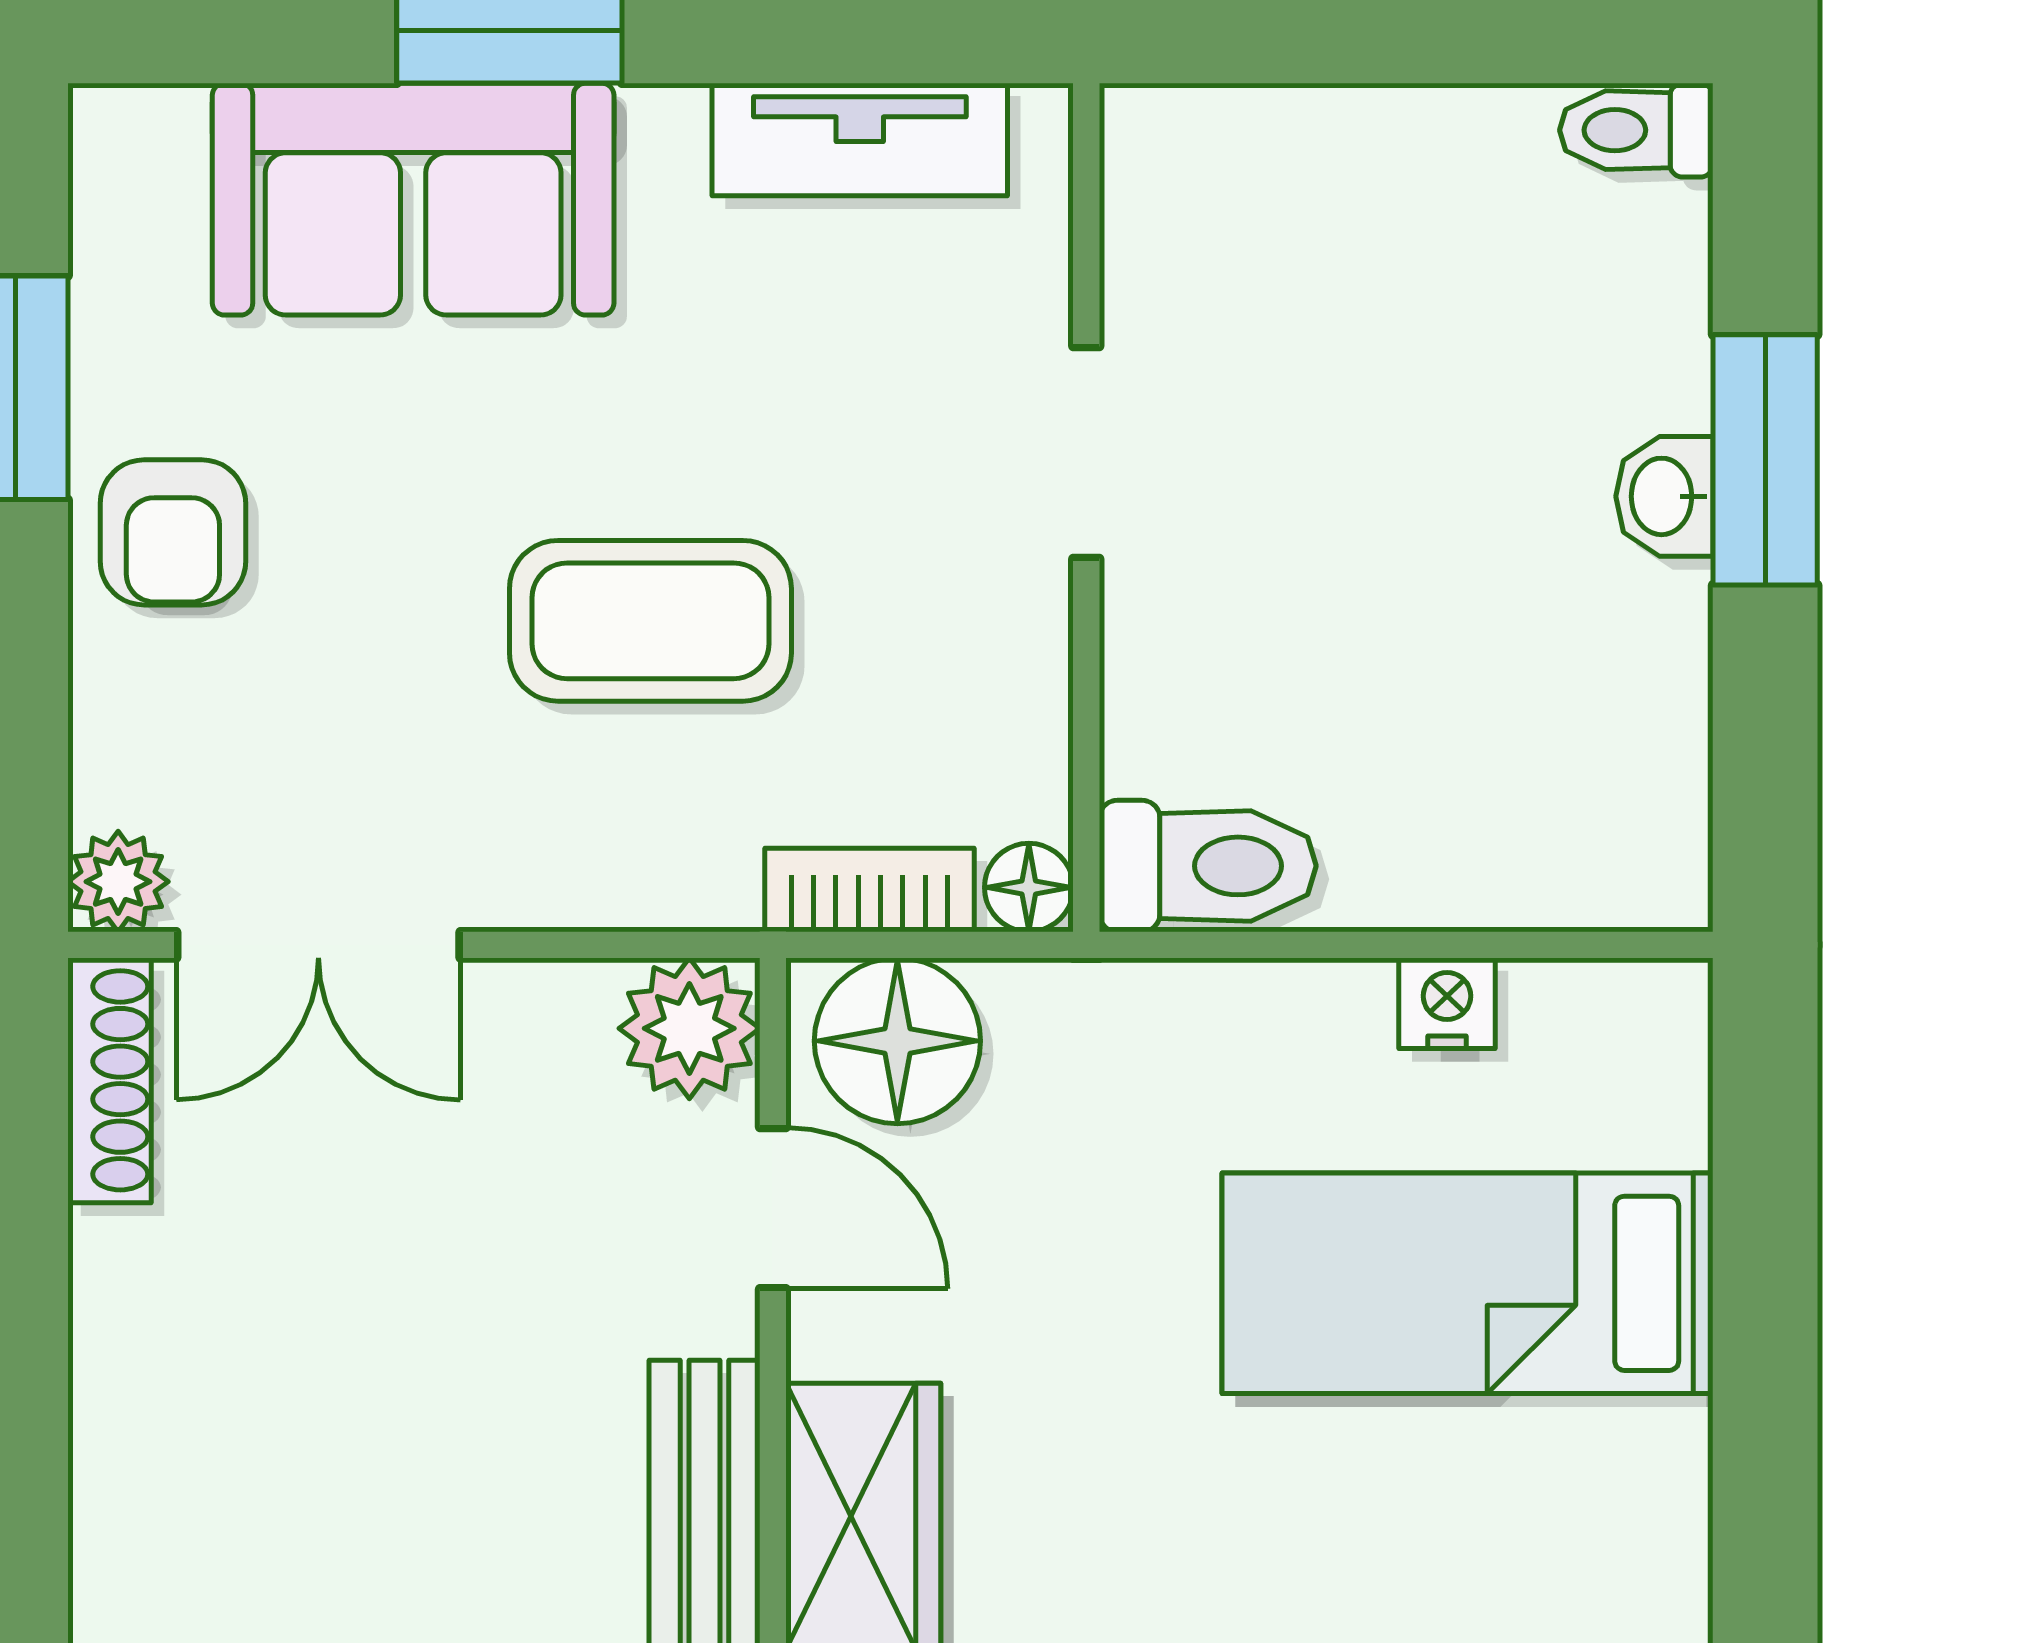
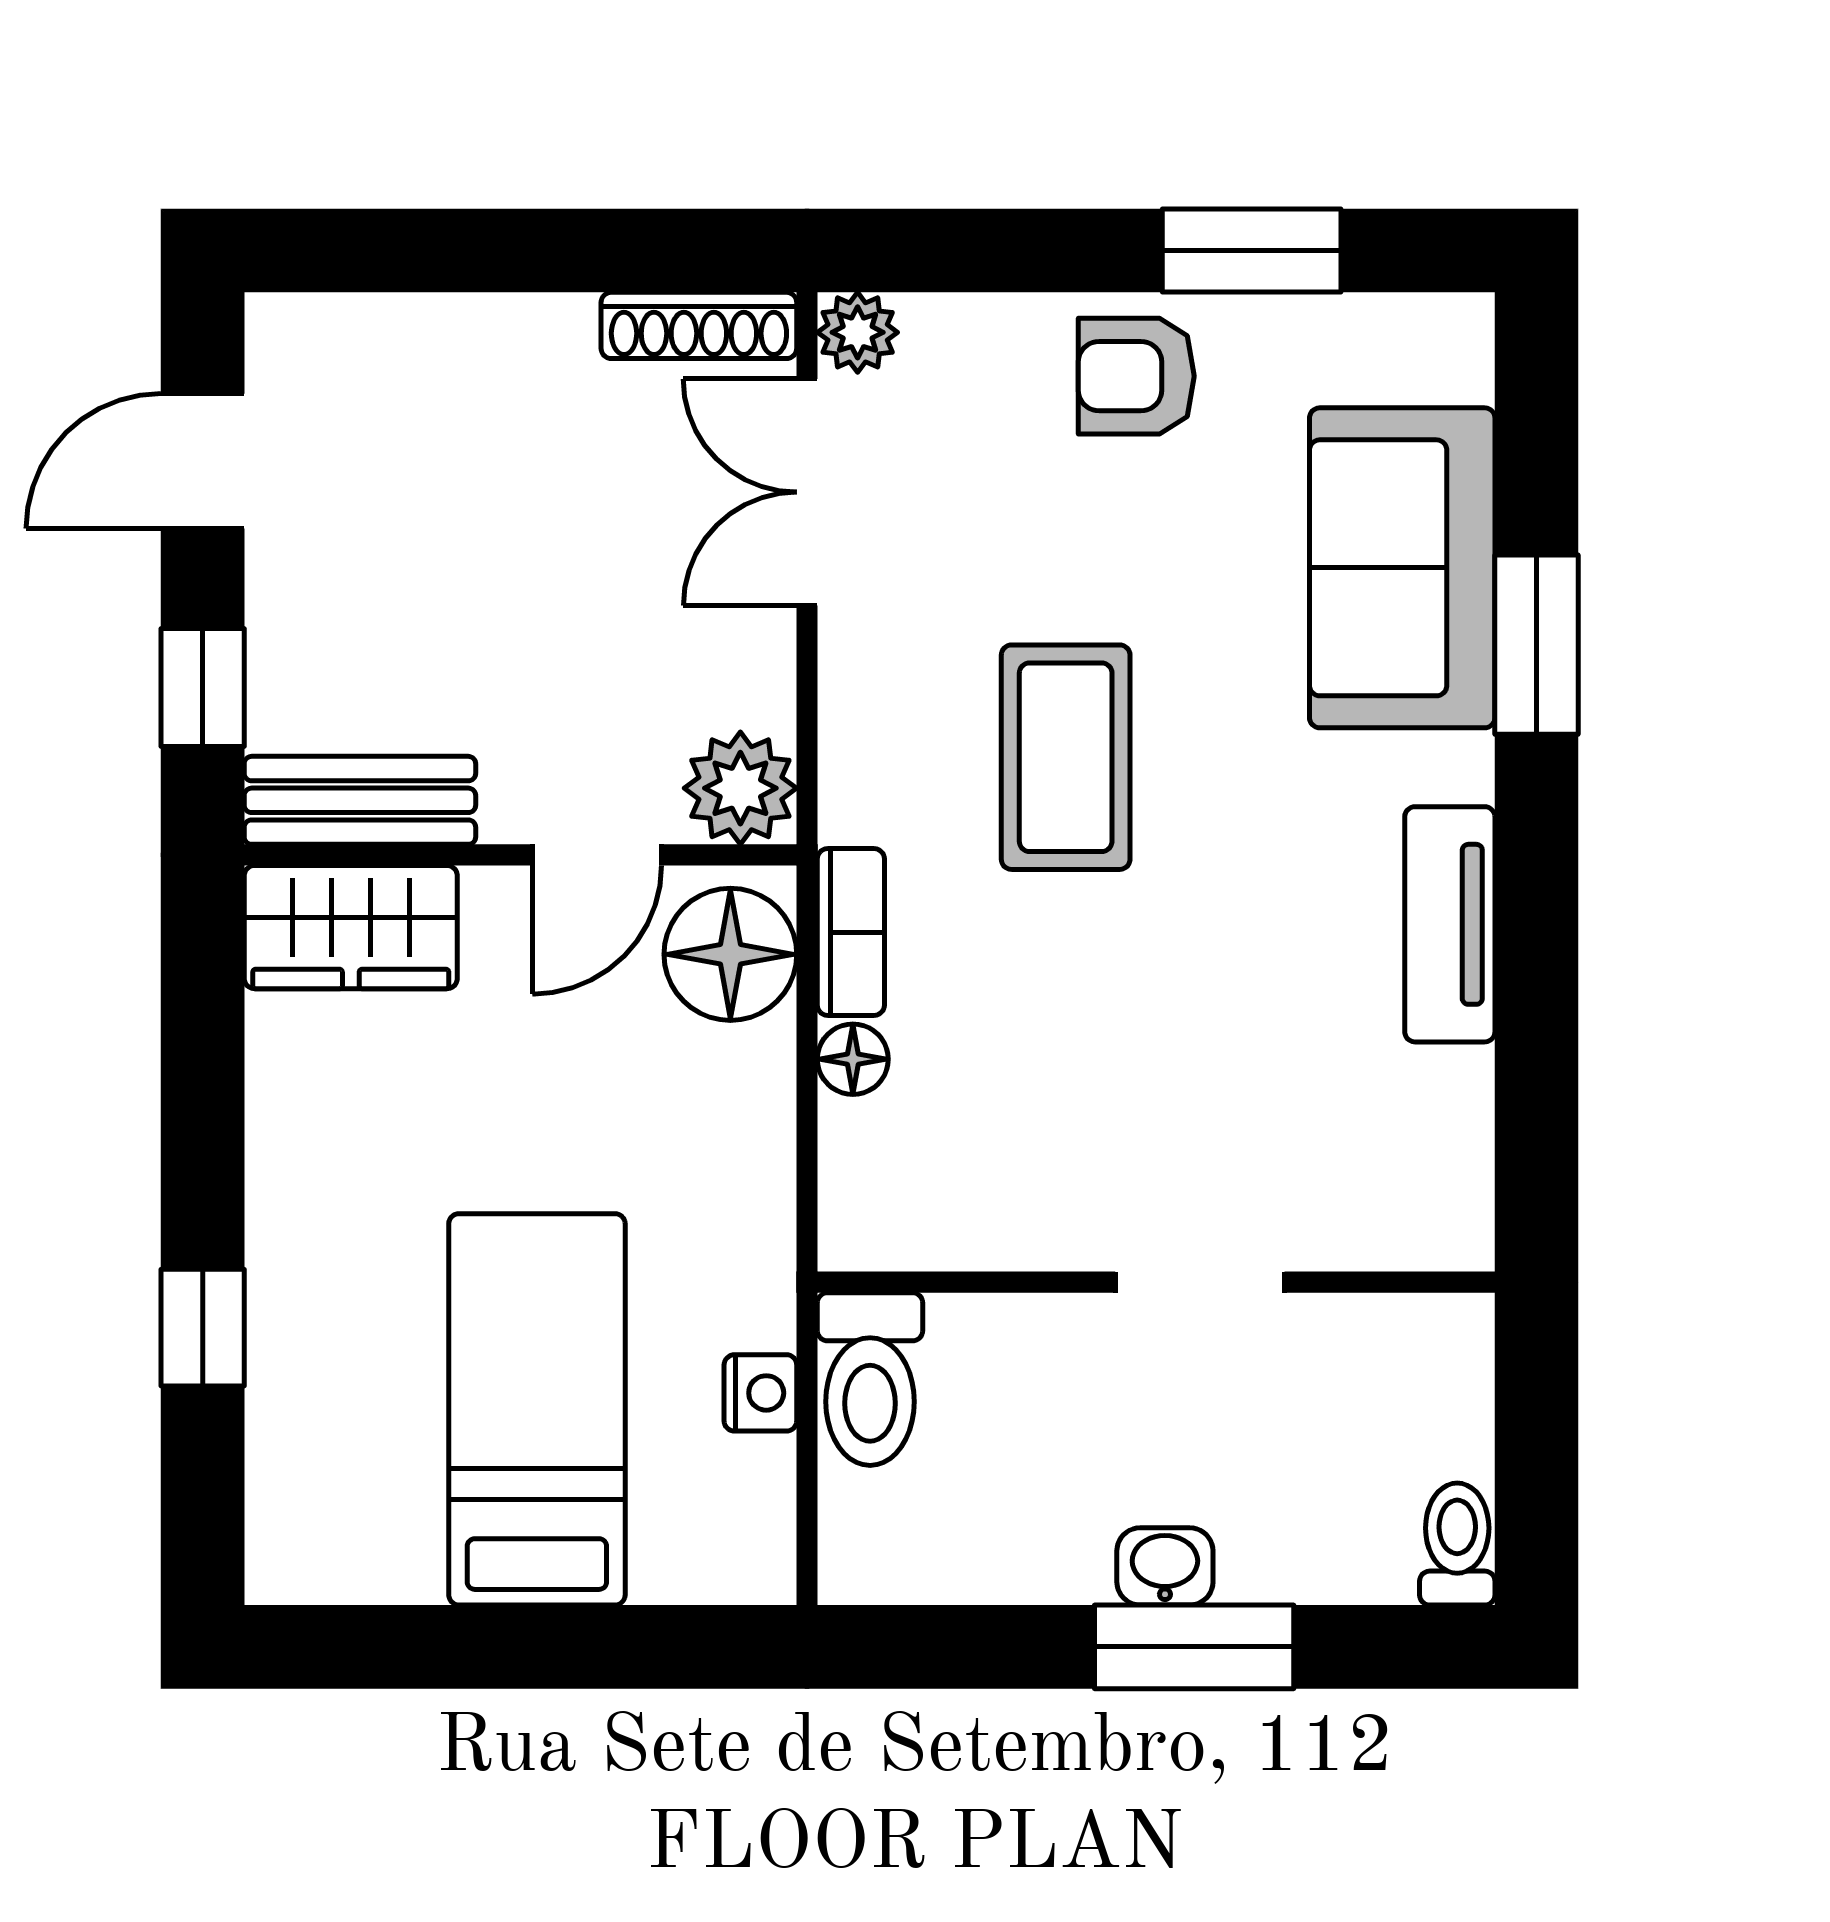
doorway: (1086, 453) -> (1200, 1282), moved
wall: (1086, 507) -> (1156, 1282), moved
toilet: (1208, 866) -> (870, 1379), moved

